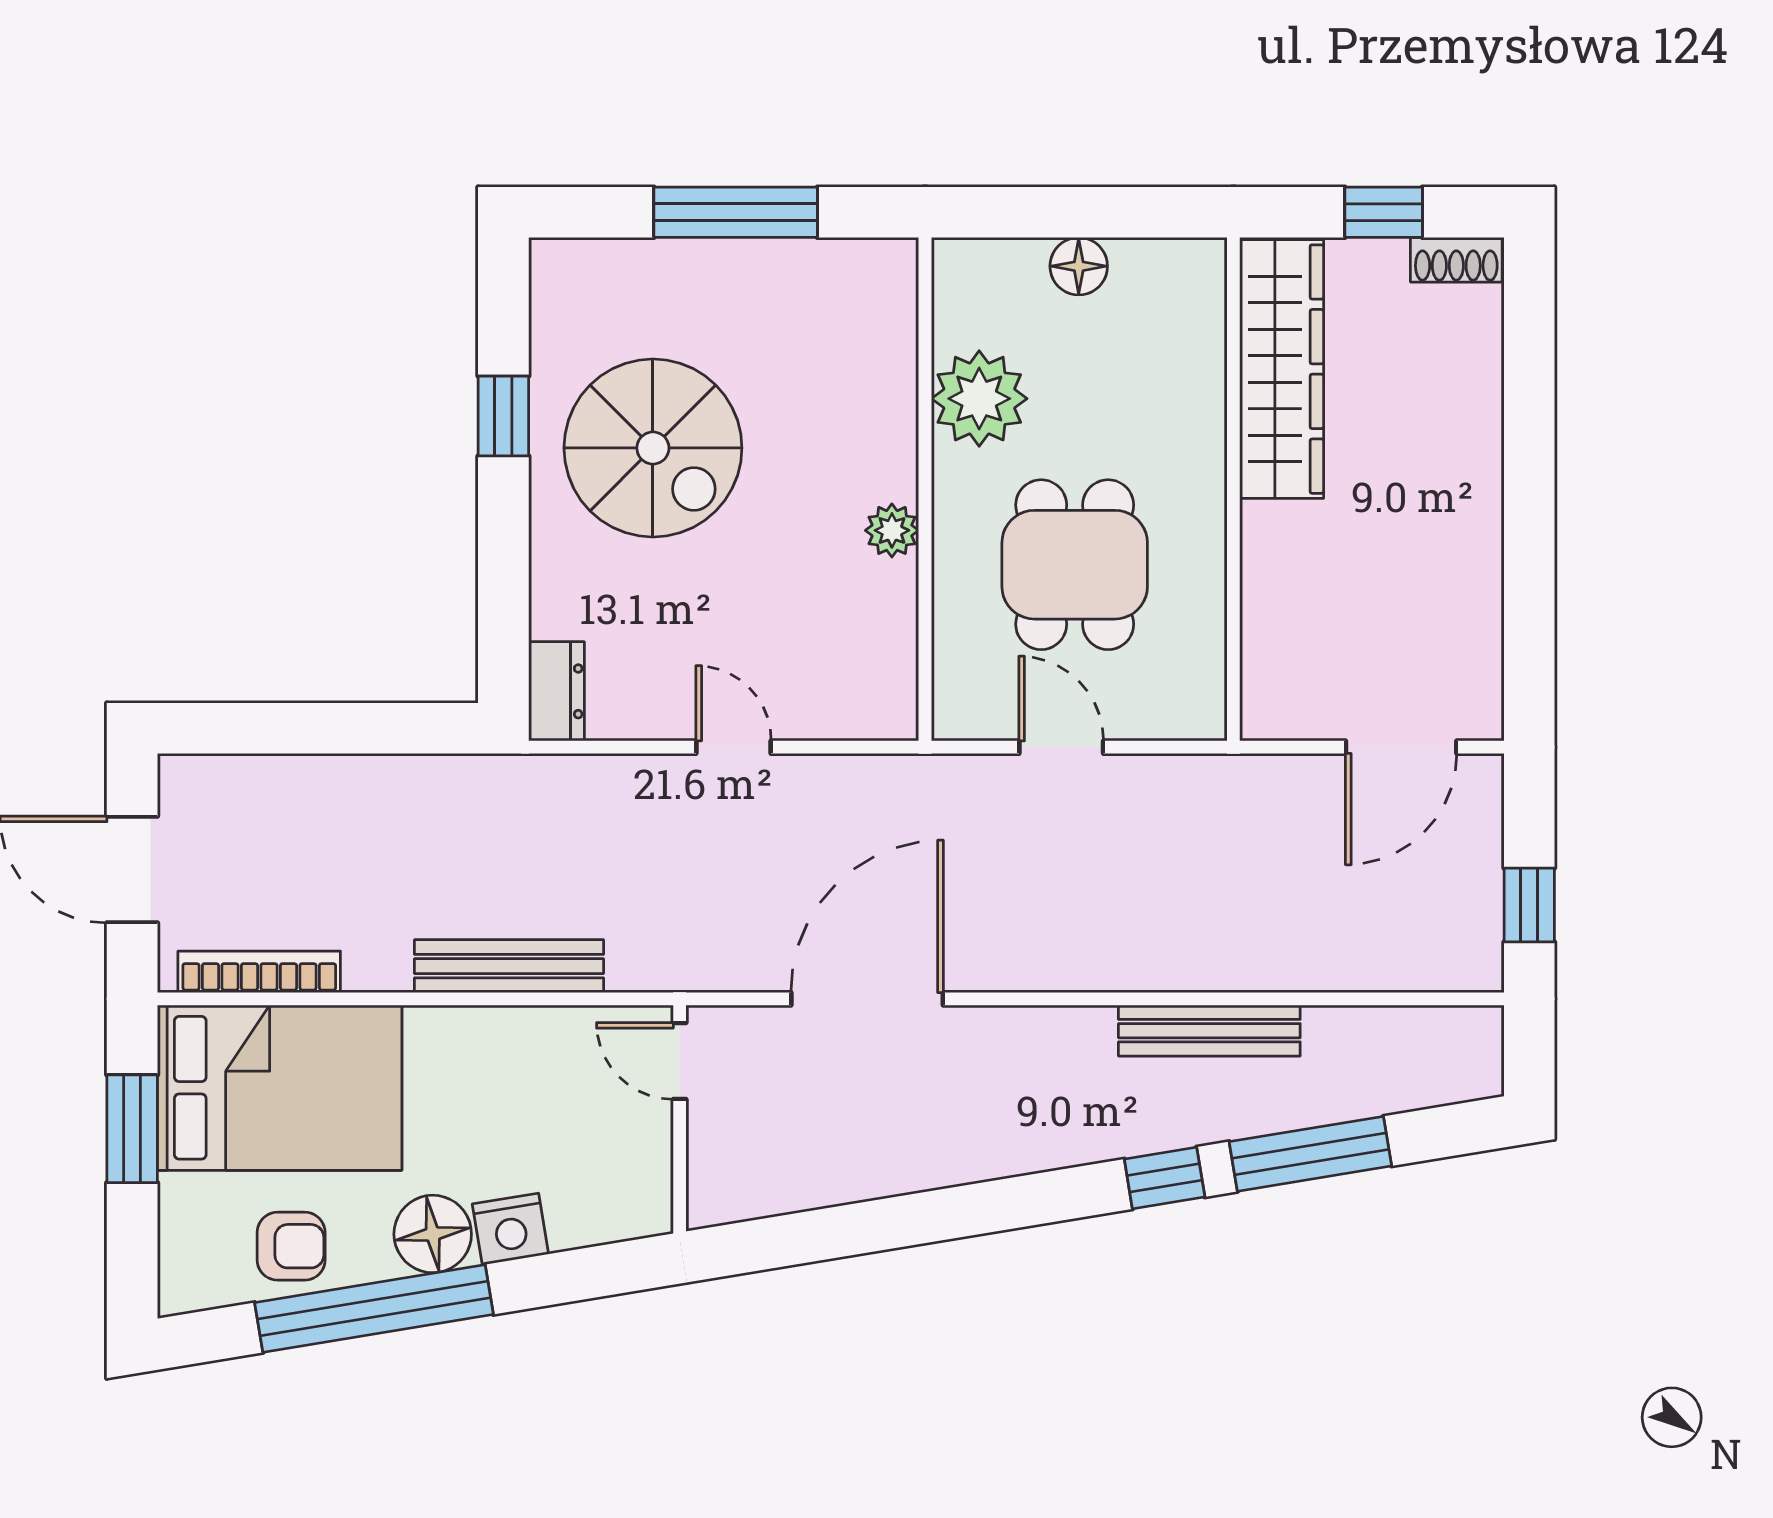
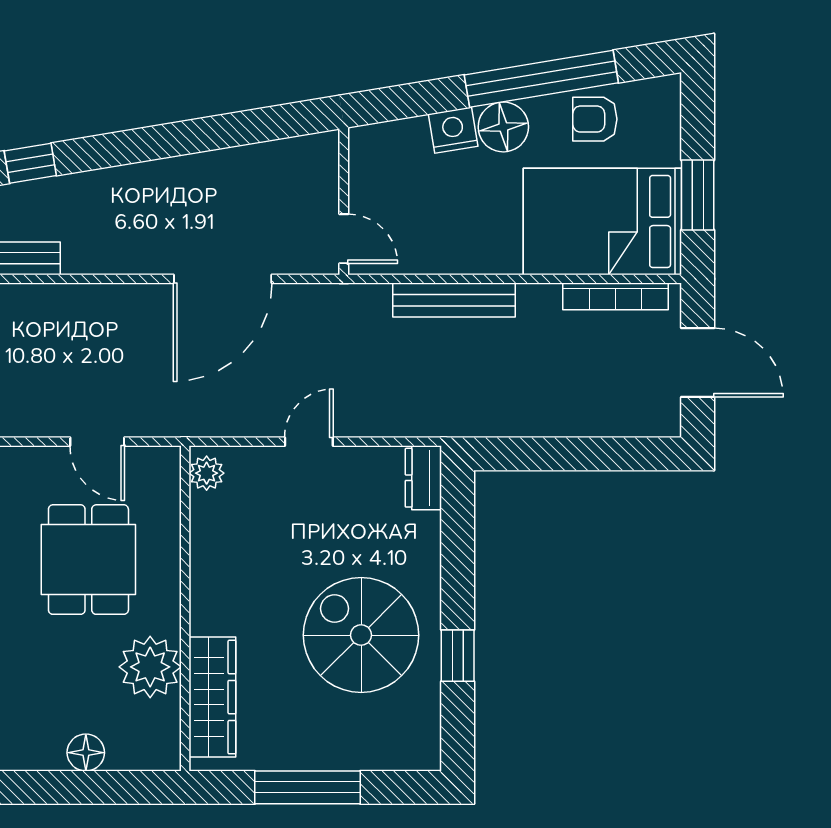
wardrobe: (883, 352) -> (212, 697), added
plant: (892, 530) -> (207, 473), moved
door: (734, 747) -> (309, 442), swing flipped

